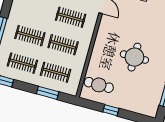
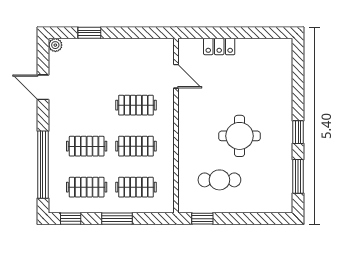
cafe table: (99, 85) -> (219, 180), moved
window: (48, 93) -> (117, 219), moved
window: (111, 110) -> (202, 219), moved

